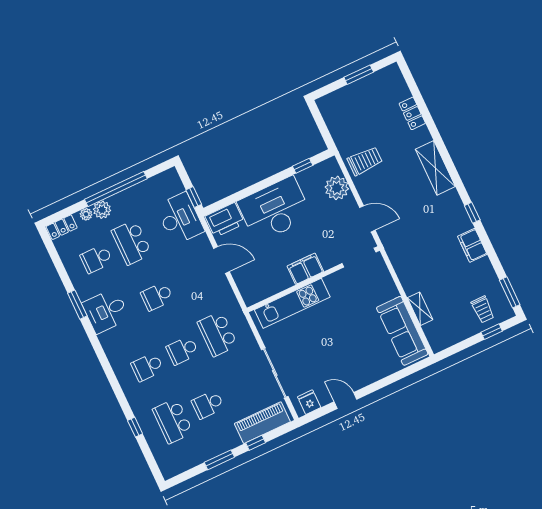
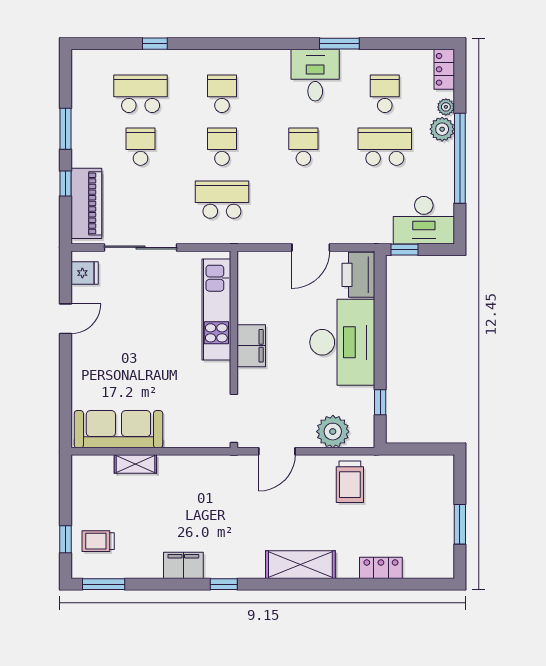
desk: (180, 219) -> (424, 220), moved

